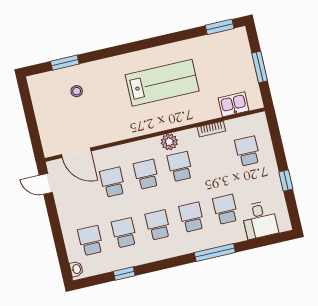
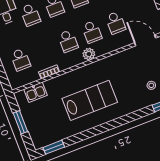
lab bench: (162, 83) -> (90, 100), turned 180
plant: (169, 142) -> (89, 54), moved

